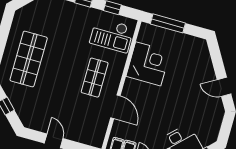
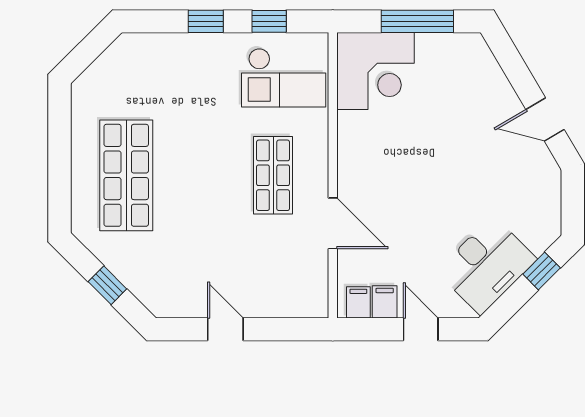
window: (168, 23) -> (417, 21), moved
corner desk: (148, 64) -> (376, 71), moved, turned 90

